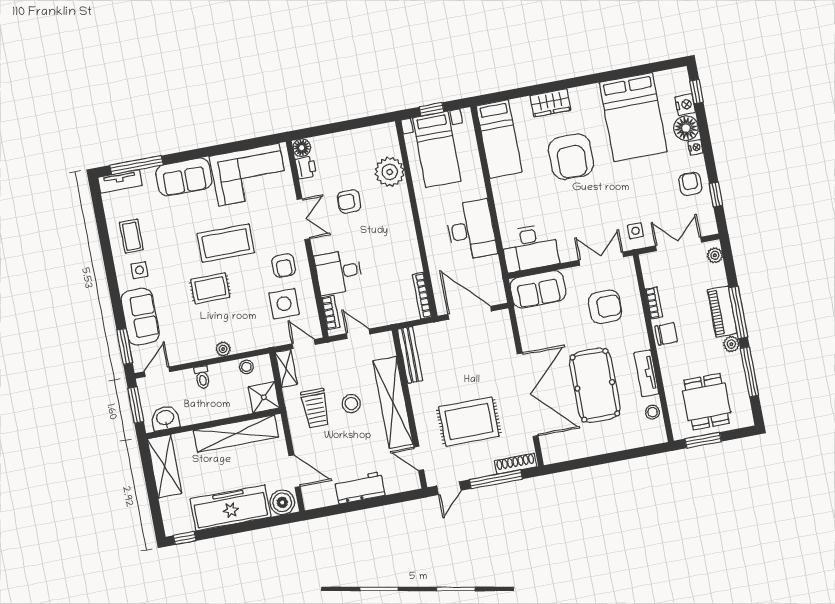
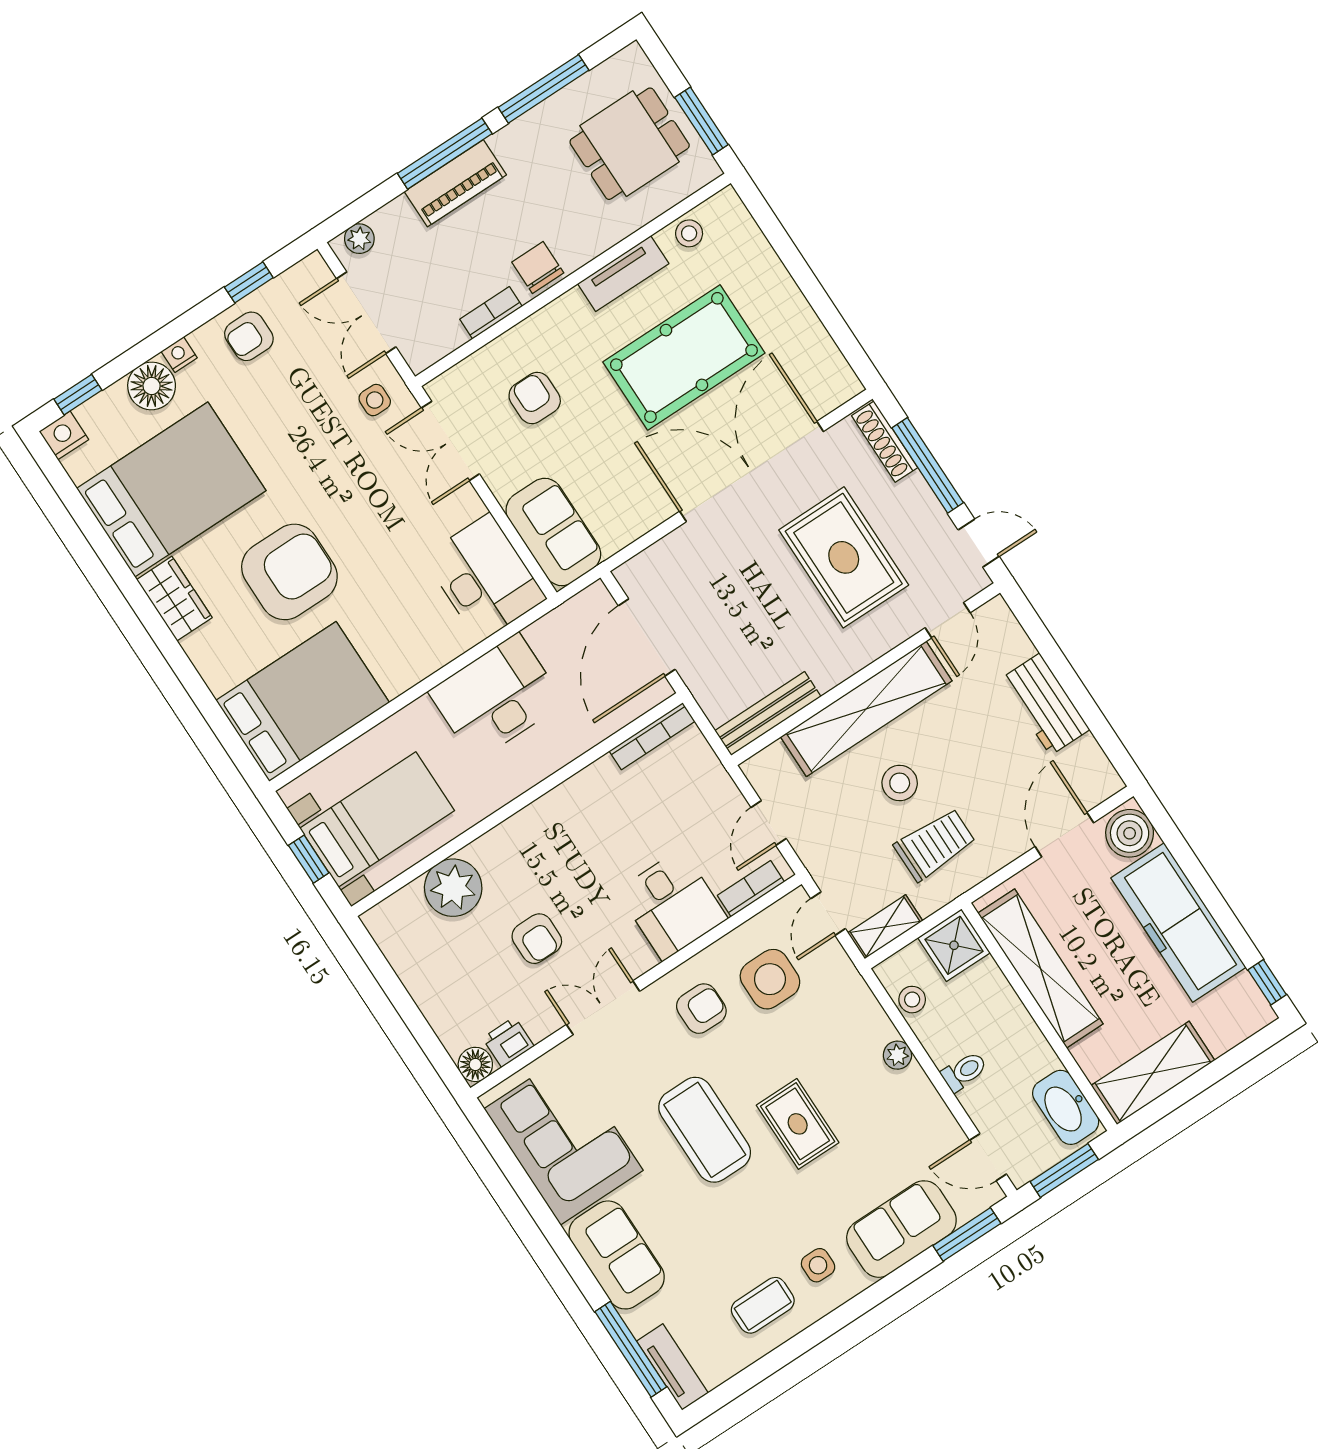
wardrobe: (550, 103) -> (174, 599), moved
nightstand: (685, 105) -> (64, 435), moved
bed: (499, 139) -> (303, 701), width x1.50
armchair: (605, 307) -> (535, 398), width x0.72, depth x0.72
plant: (731, 344) -> (507, 142), removed
washbasin: (165, 418) -> (1066, 1107), width x1.38

